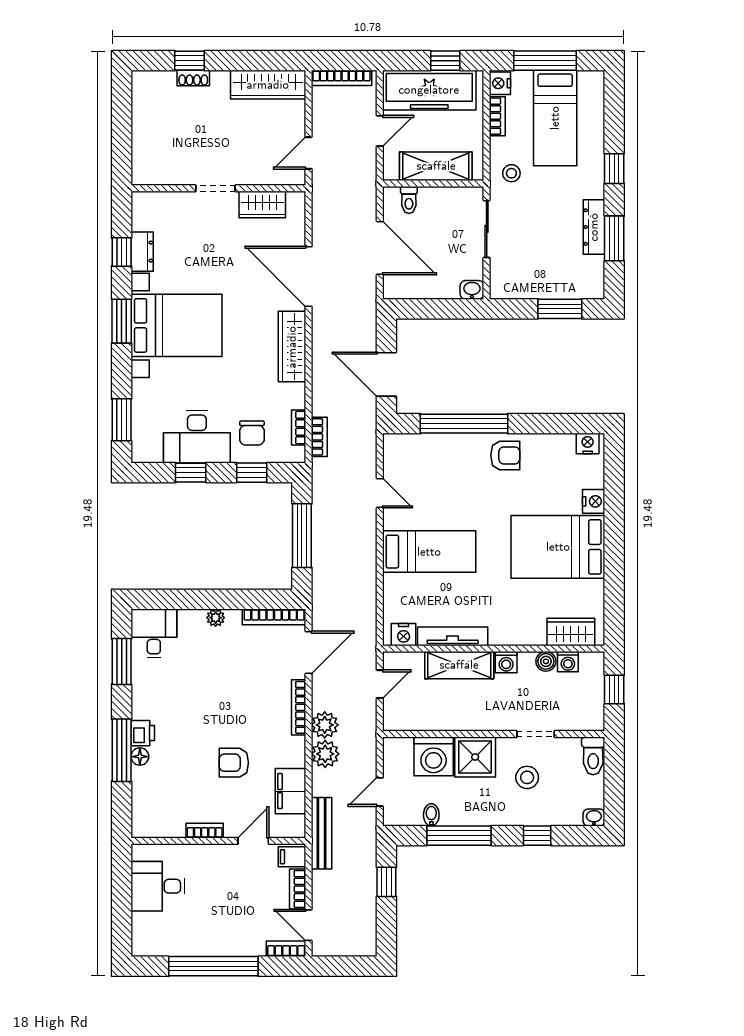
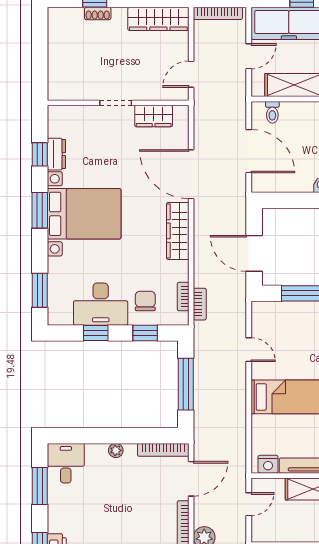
chair: (252, 433) -> (145, 301), turned 180

